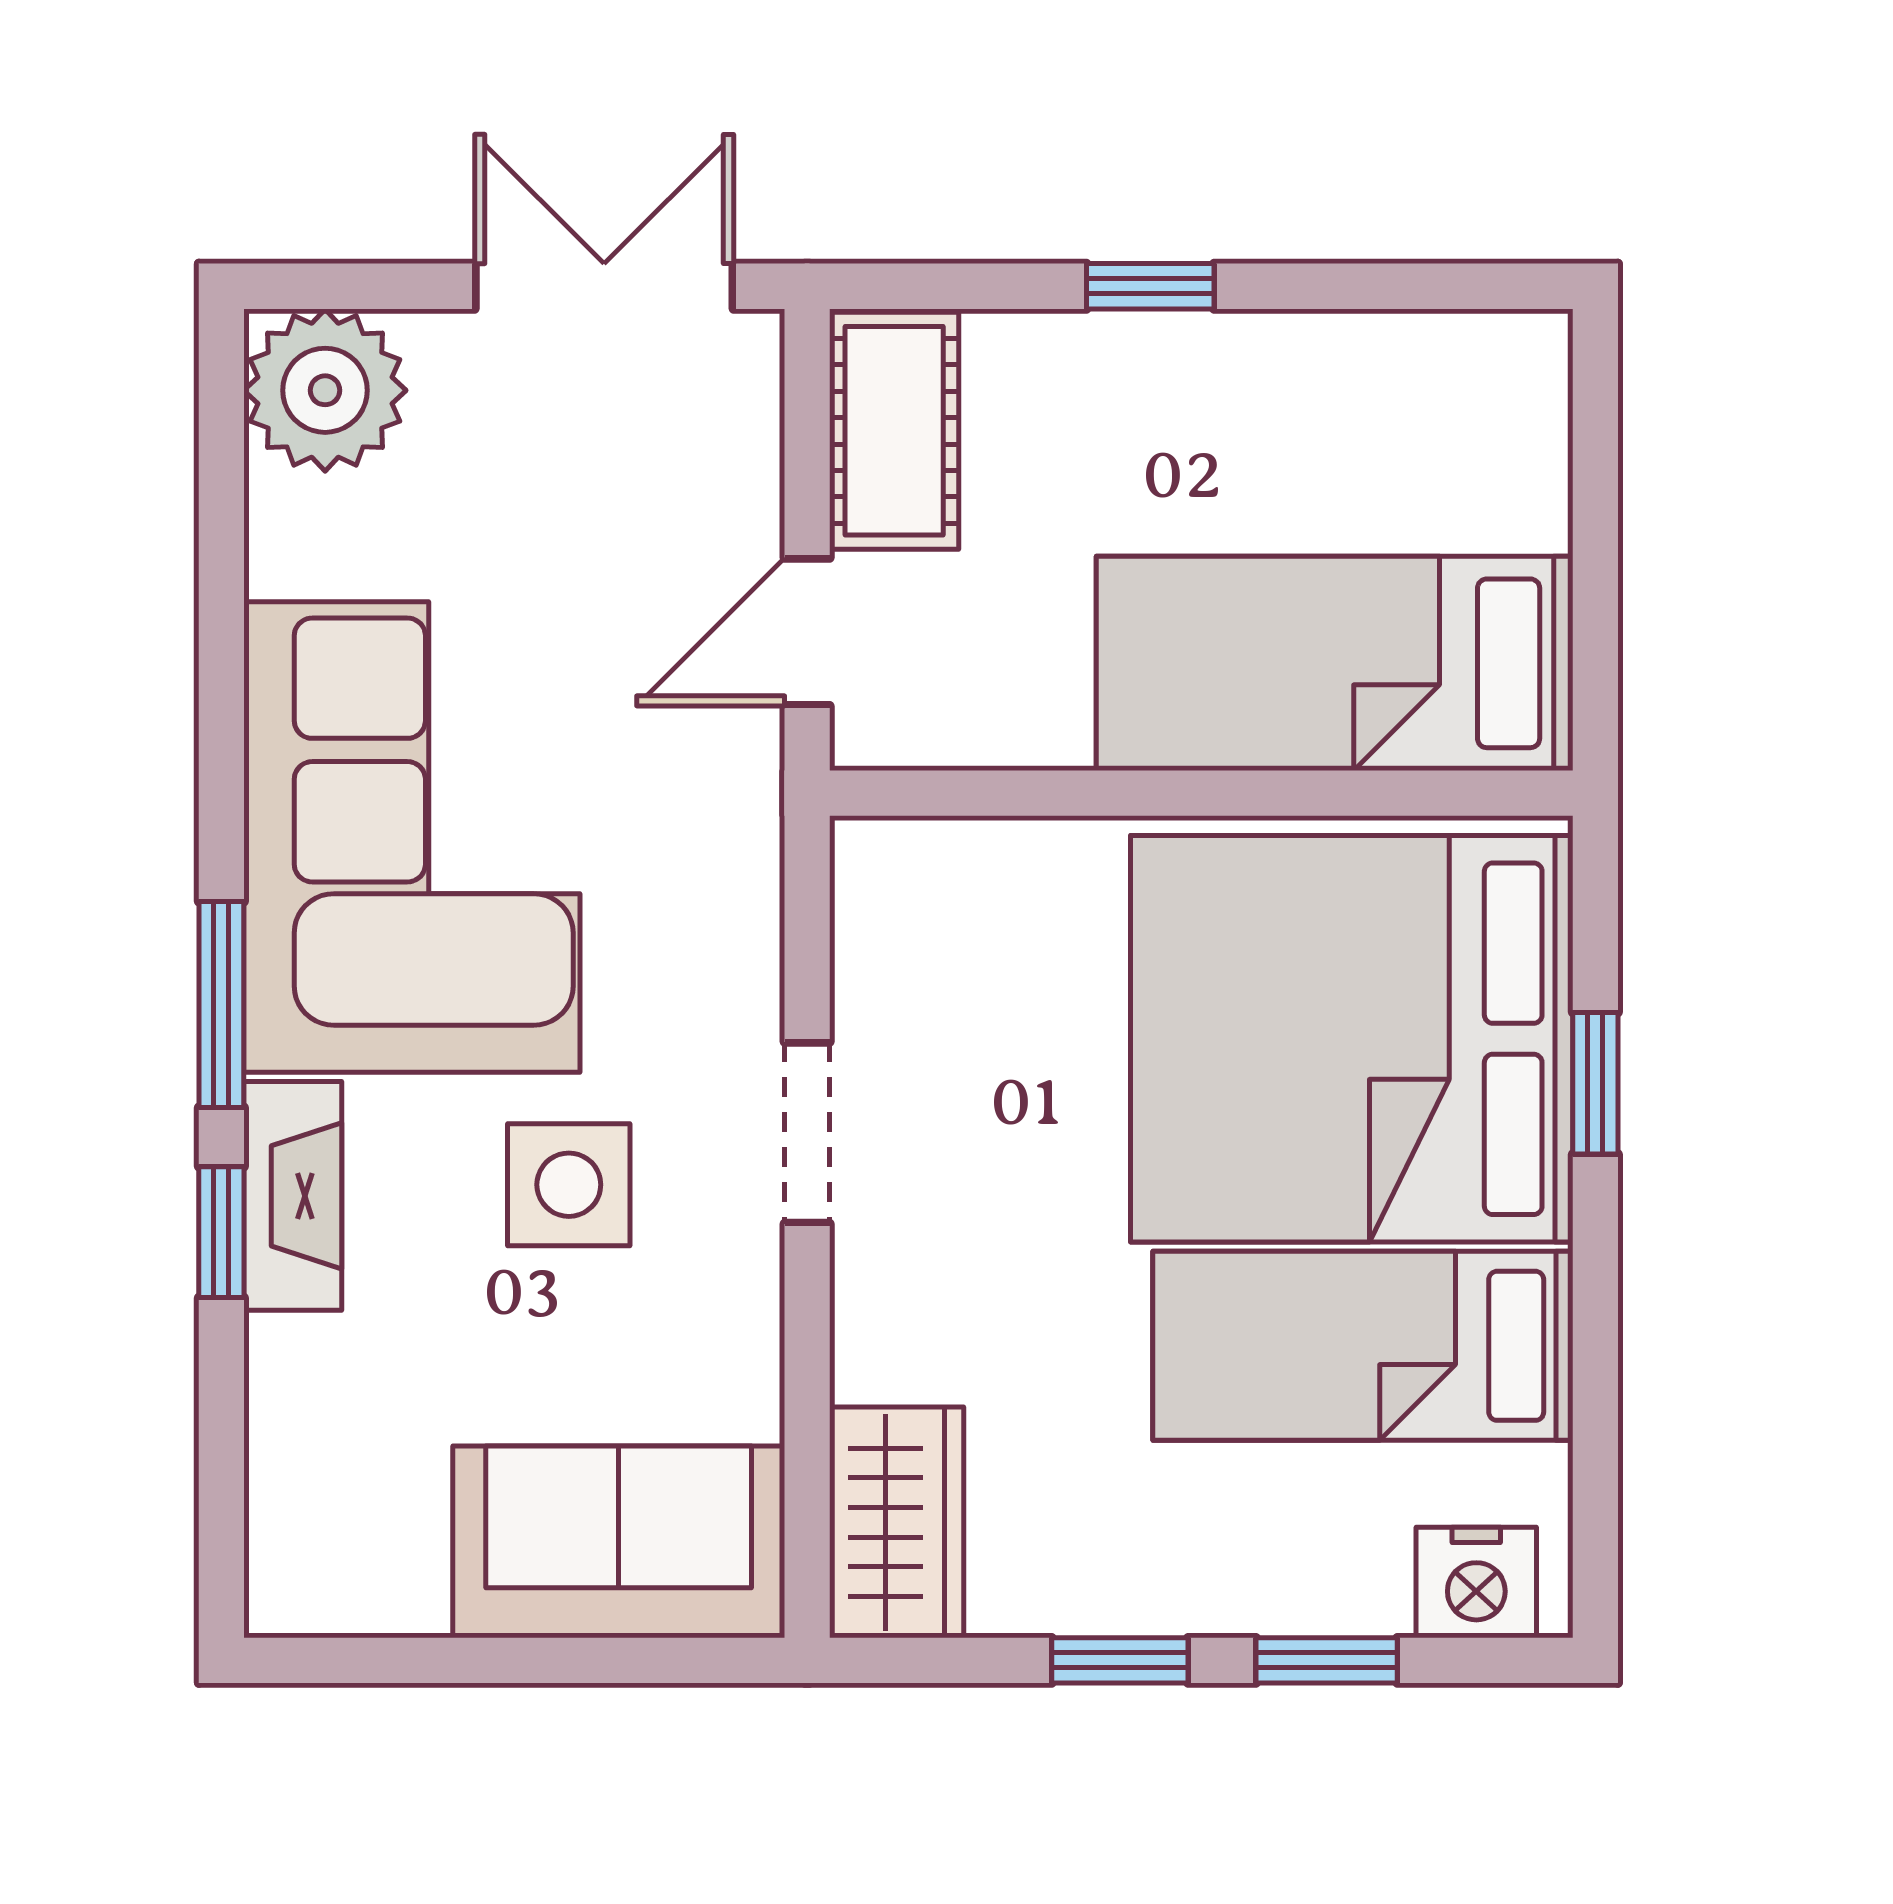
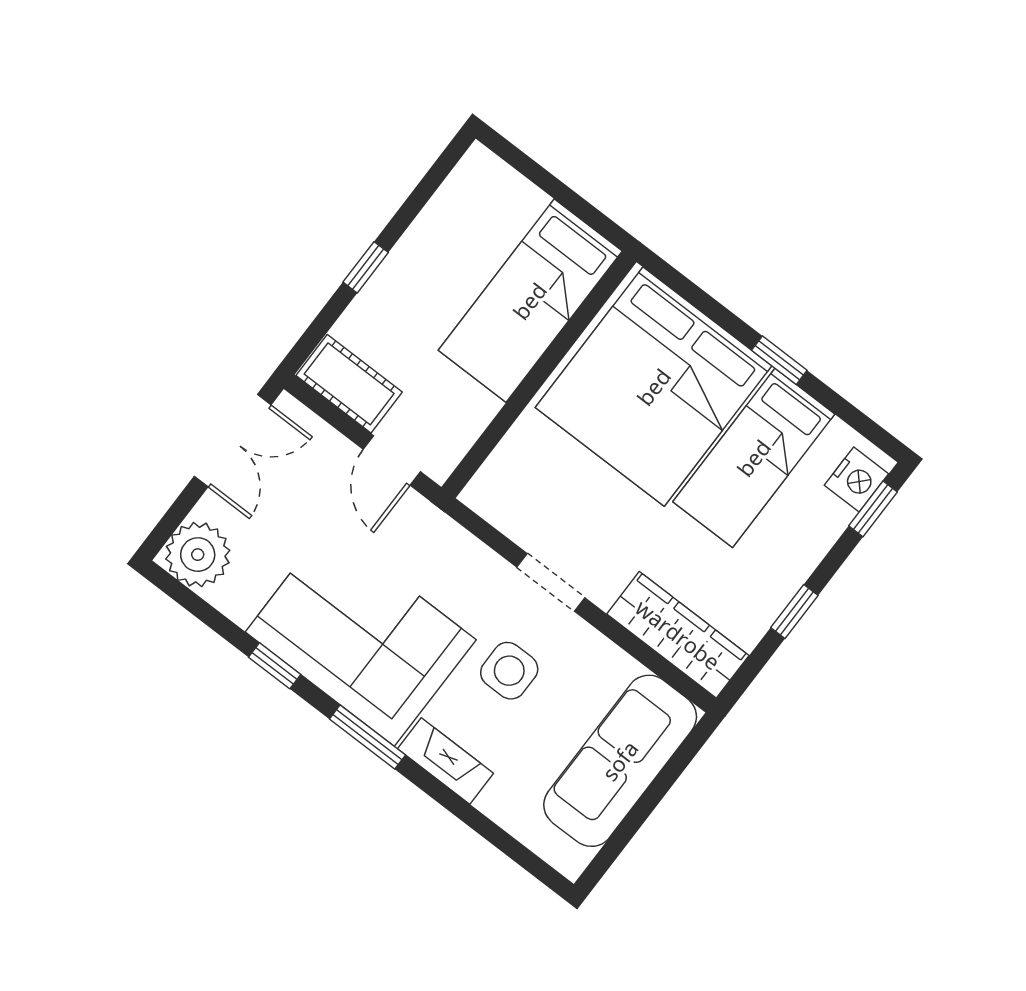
double door: (604, 286) -> (233, 441), swing flipped
window: (1595, 1083) -> (779, 360), moved
window: (221, 1232) -> (275, 666), moved
wardrobe: (897, 1522) -> (678, 635), width x1.50
sofa: (619, 1542) -> (620, 761), width x1.36
window: (1327, 1660) -> (873, 509), moved

